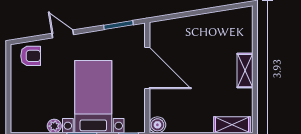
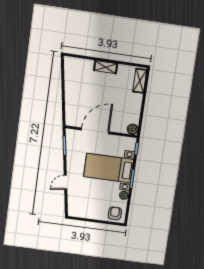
armchair: (31, 56) -> (115, 213), moved

